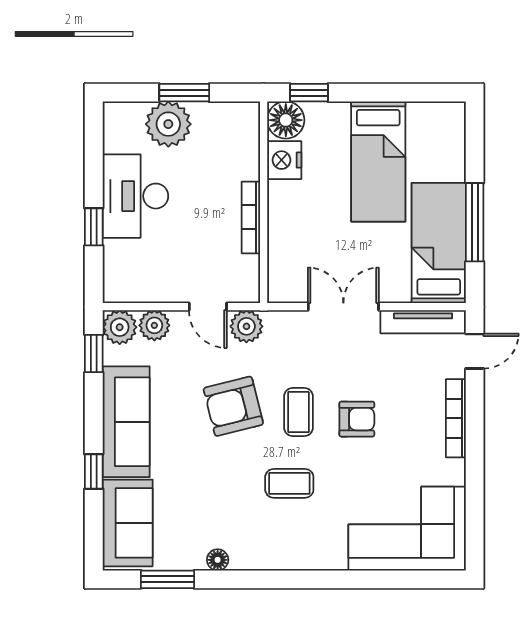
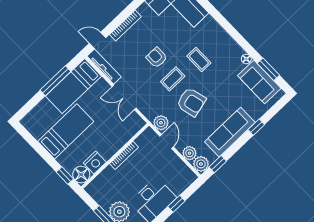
sofa: (128, 523) -> (259, 82), moved, turned -90

